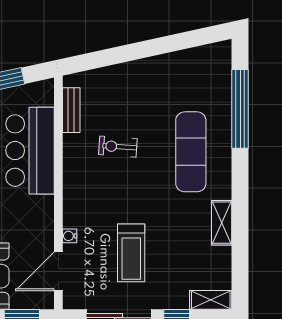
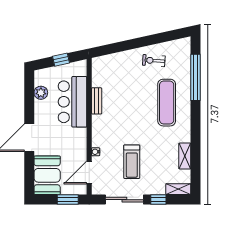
bench: (71, 110) -> (97, 101), moved
exercise bike: (118, 147) -> (154, 61), moved
shelving: (222, 223) -> (185, 156), moved

